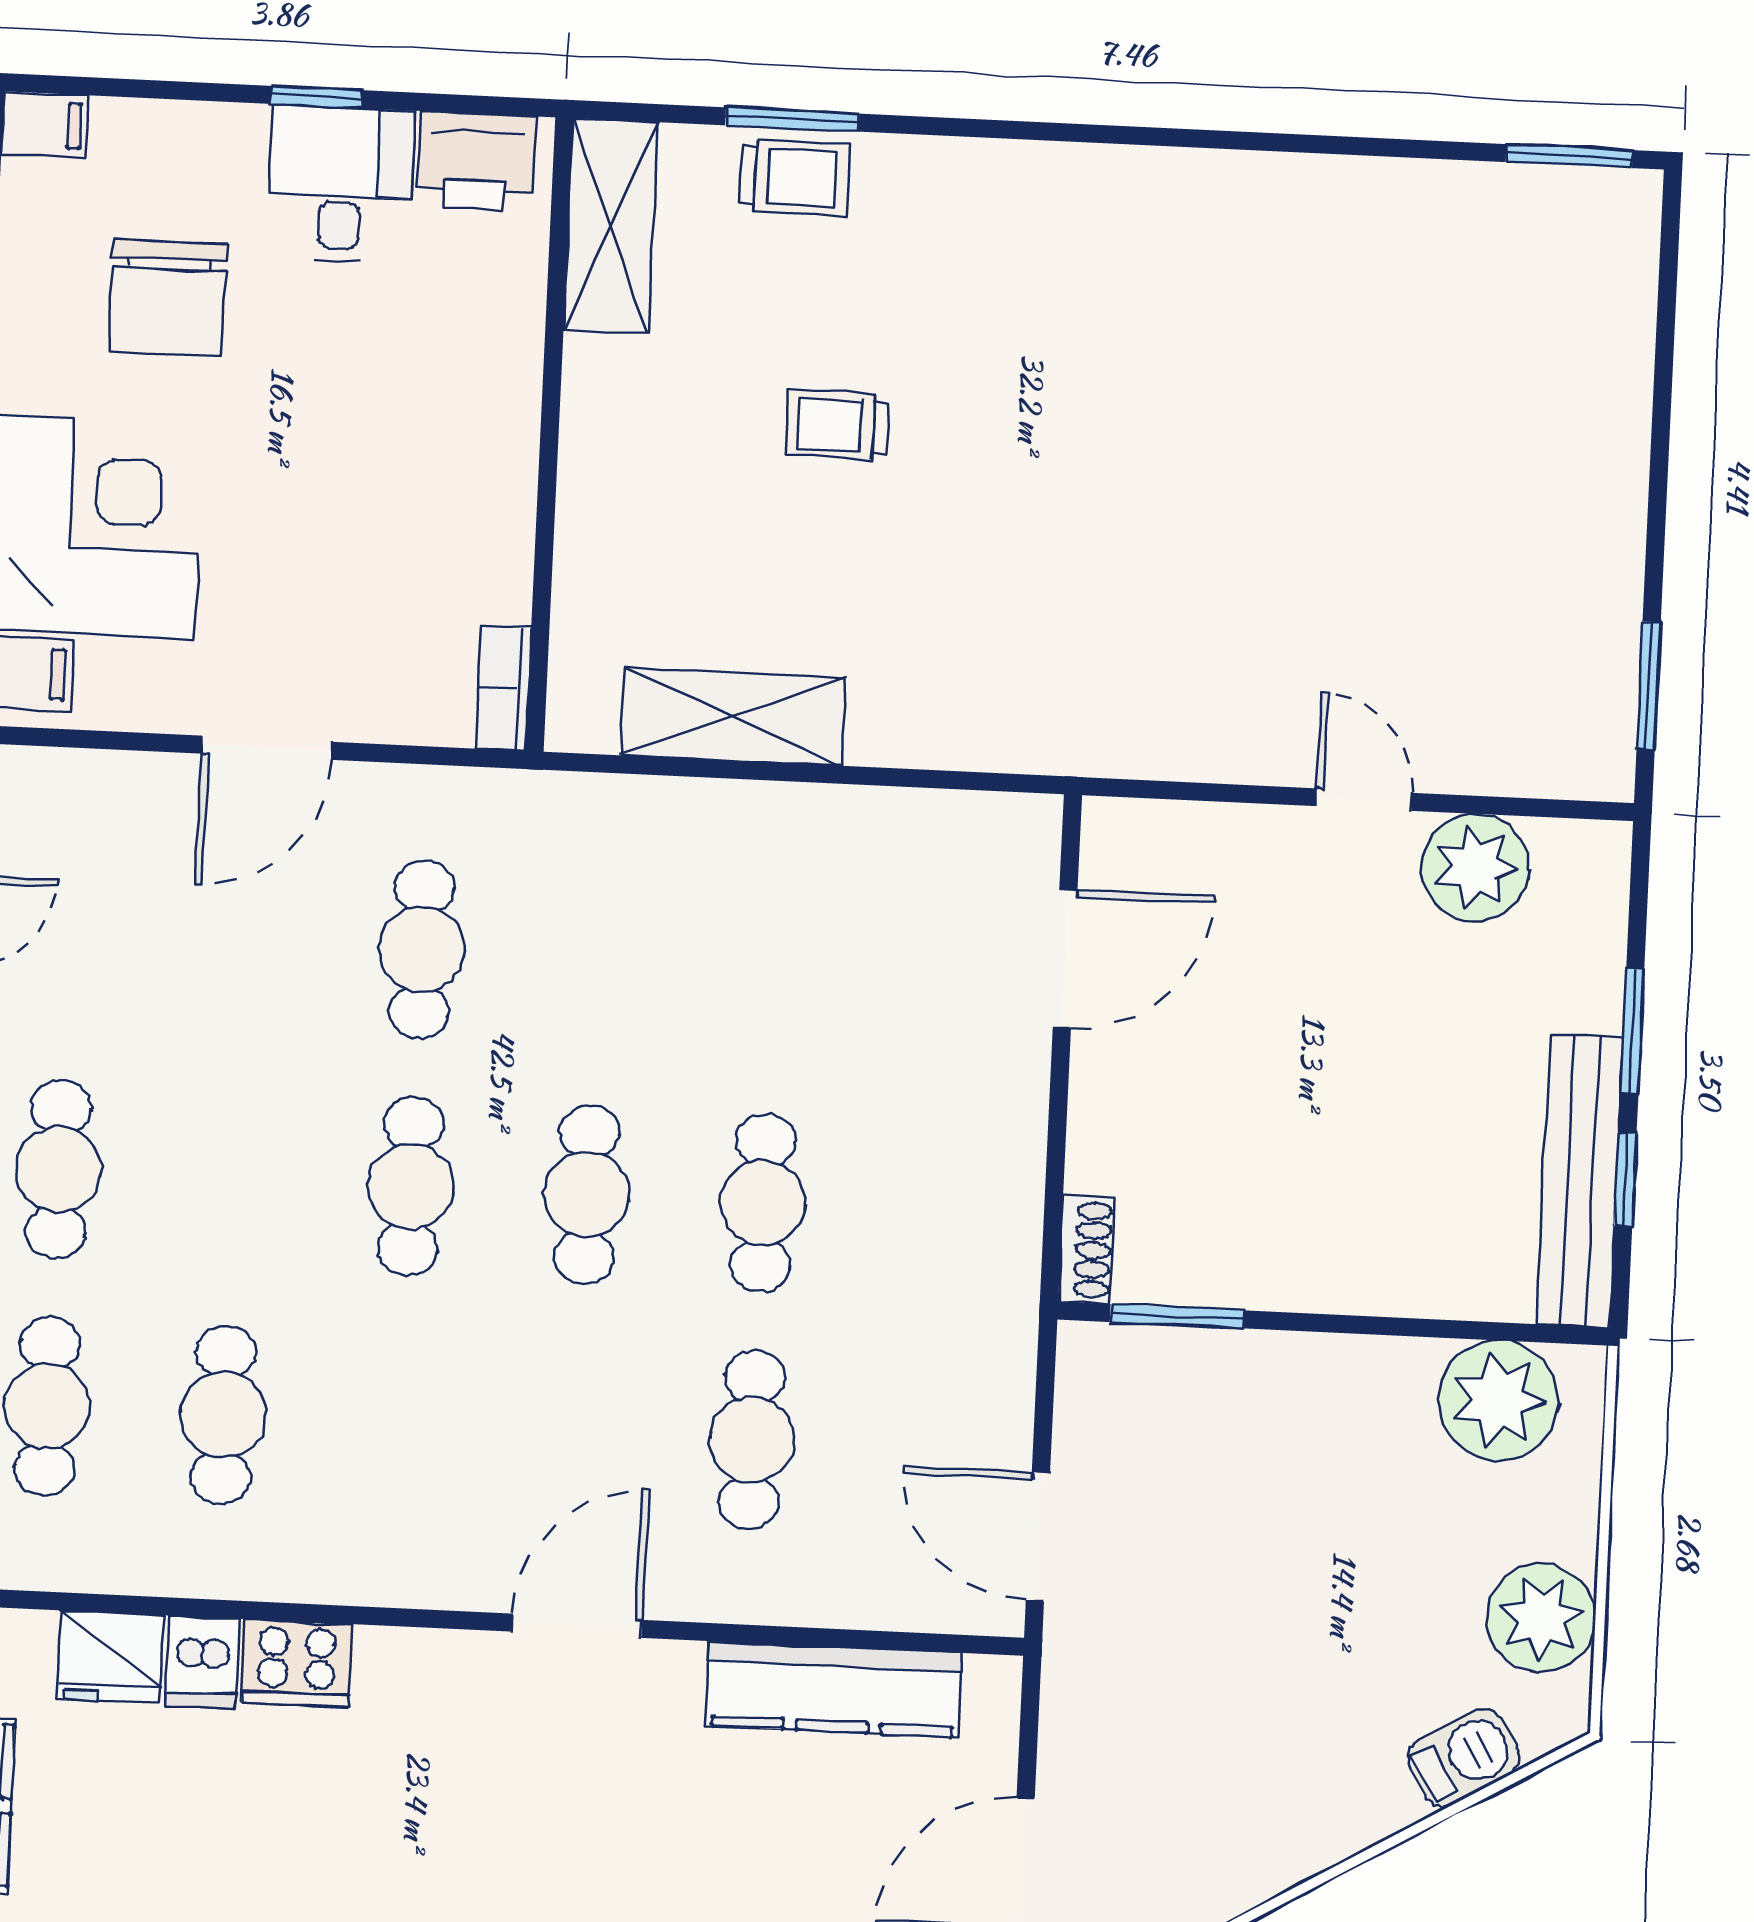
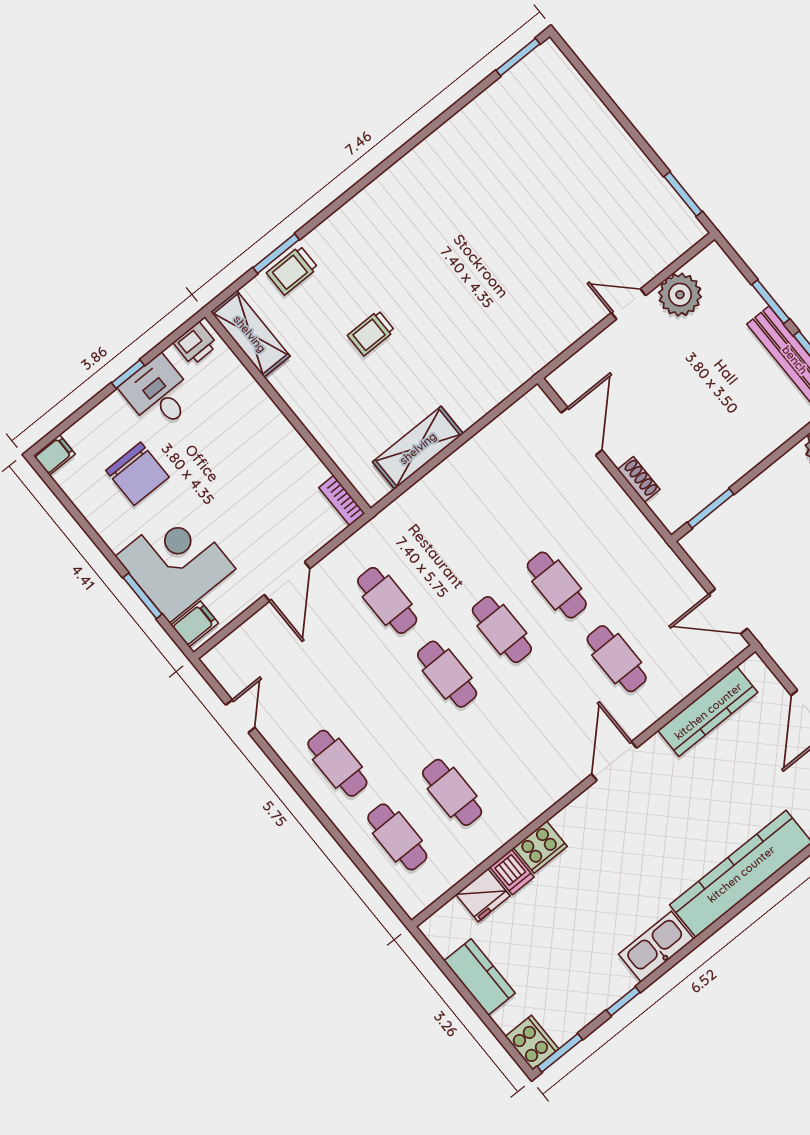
printer: (476, 161) -> (195, 344), width x0.73, depth x0.81
trolley: (794, 177) -> (292, 270), turned 180
shoe rack: (1086, 1250) -> (639, 479), moved

